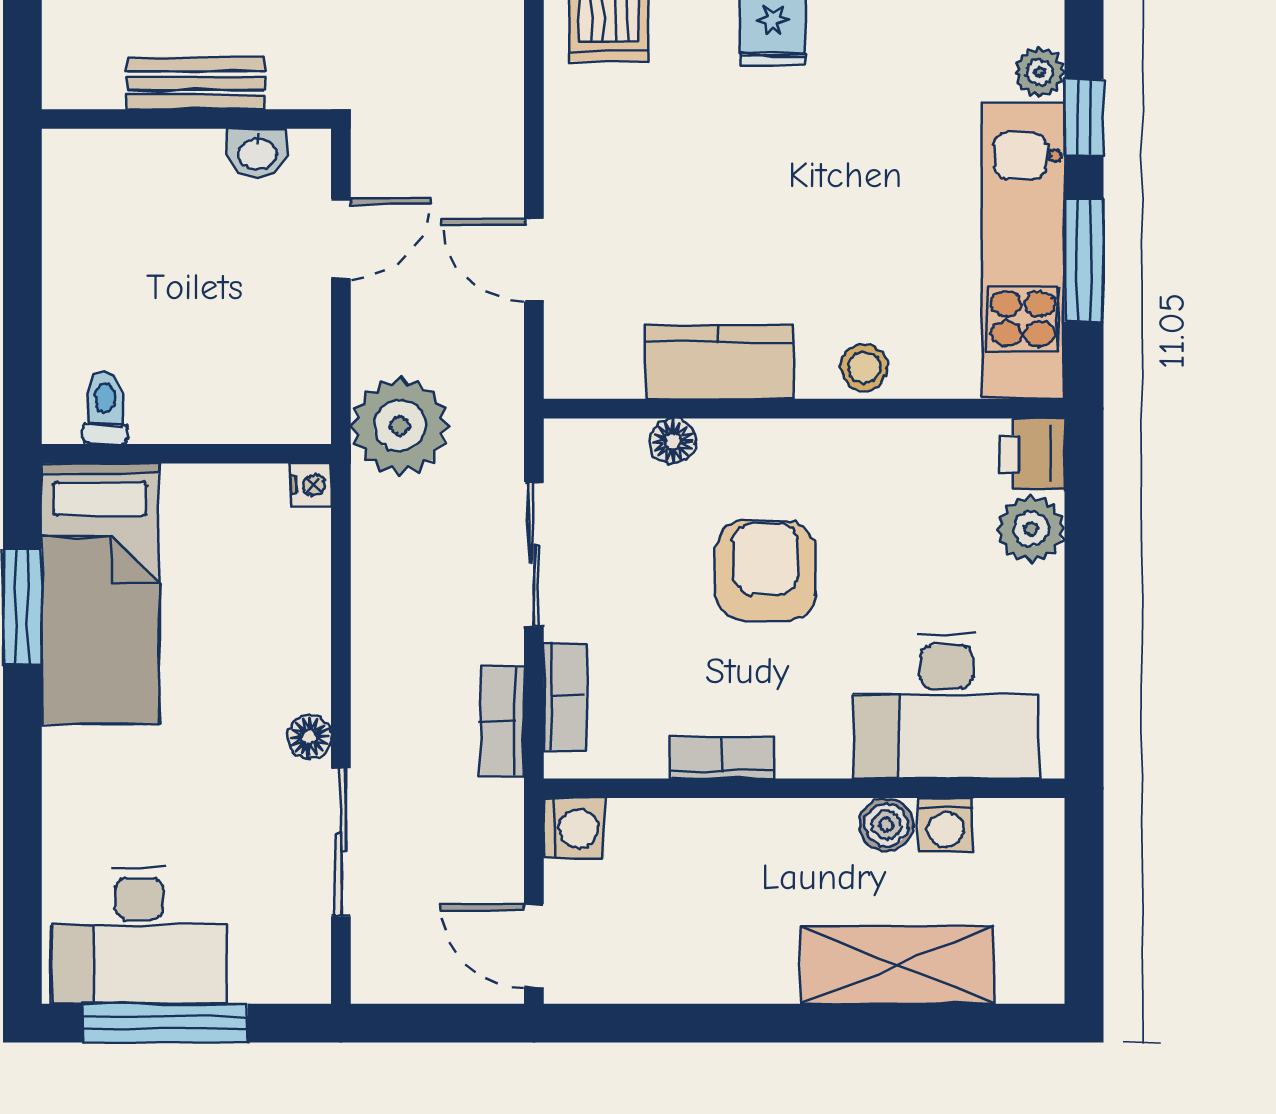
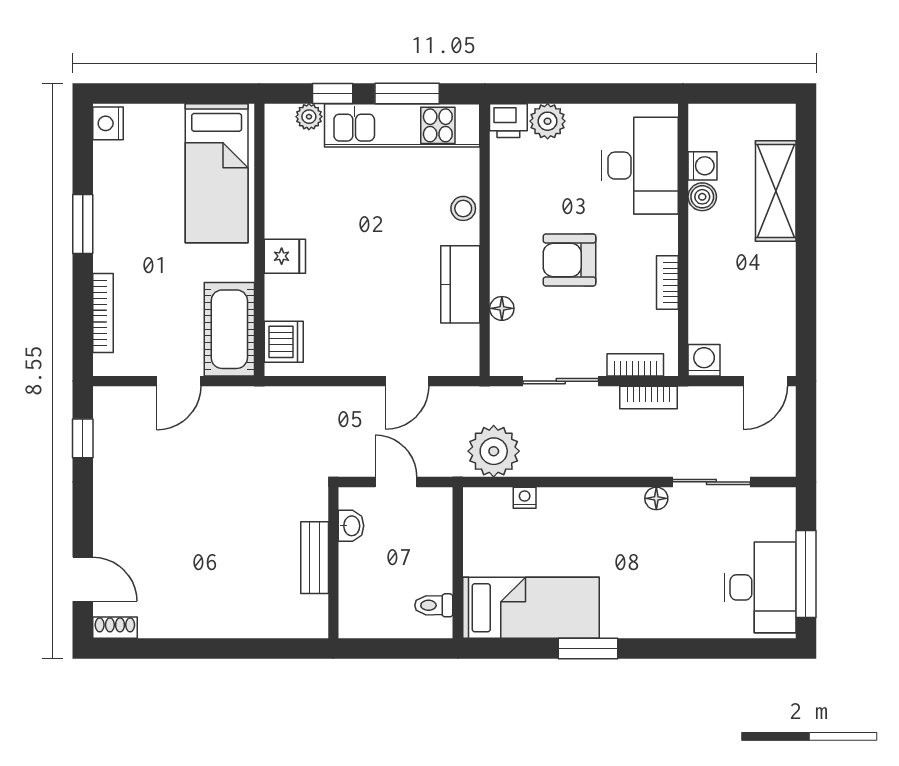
toilet: (105, 408) -> (434, 605), moved
wall: (186, 454) -> (458, 563), moved
bed: (100, 594) -> (531, 608), moved

